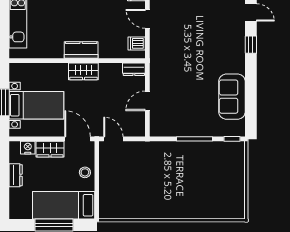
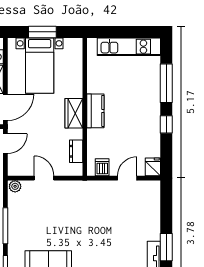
dresser: (134, 69) -> (76, 151), moved
plant: (155, 129) -> (15, 186), added

